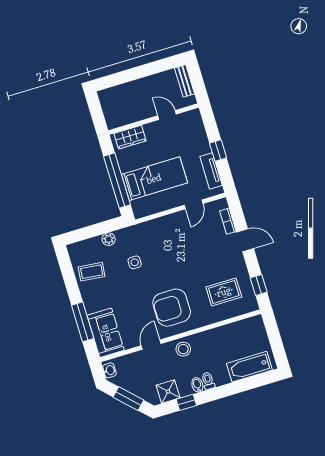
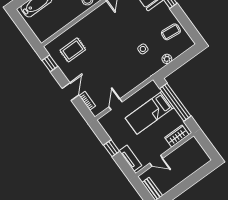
tv unit: (211, 171) -> (130, 158), moved
door: (245, 240) -> (70, 92), swing flipped
armchair: (172, 308) -> (106, 26), removed

